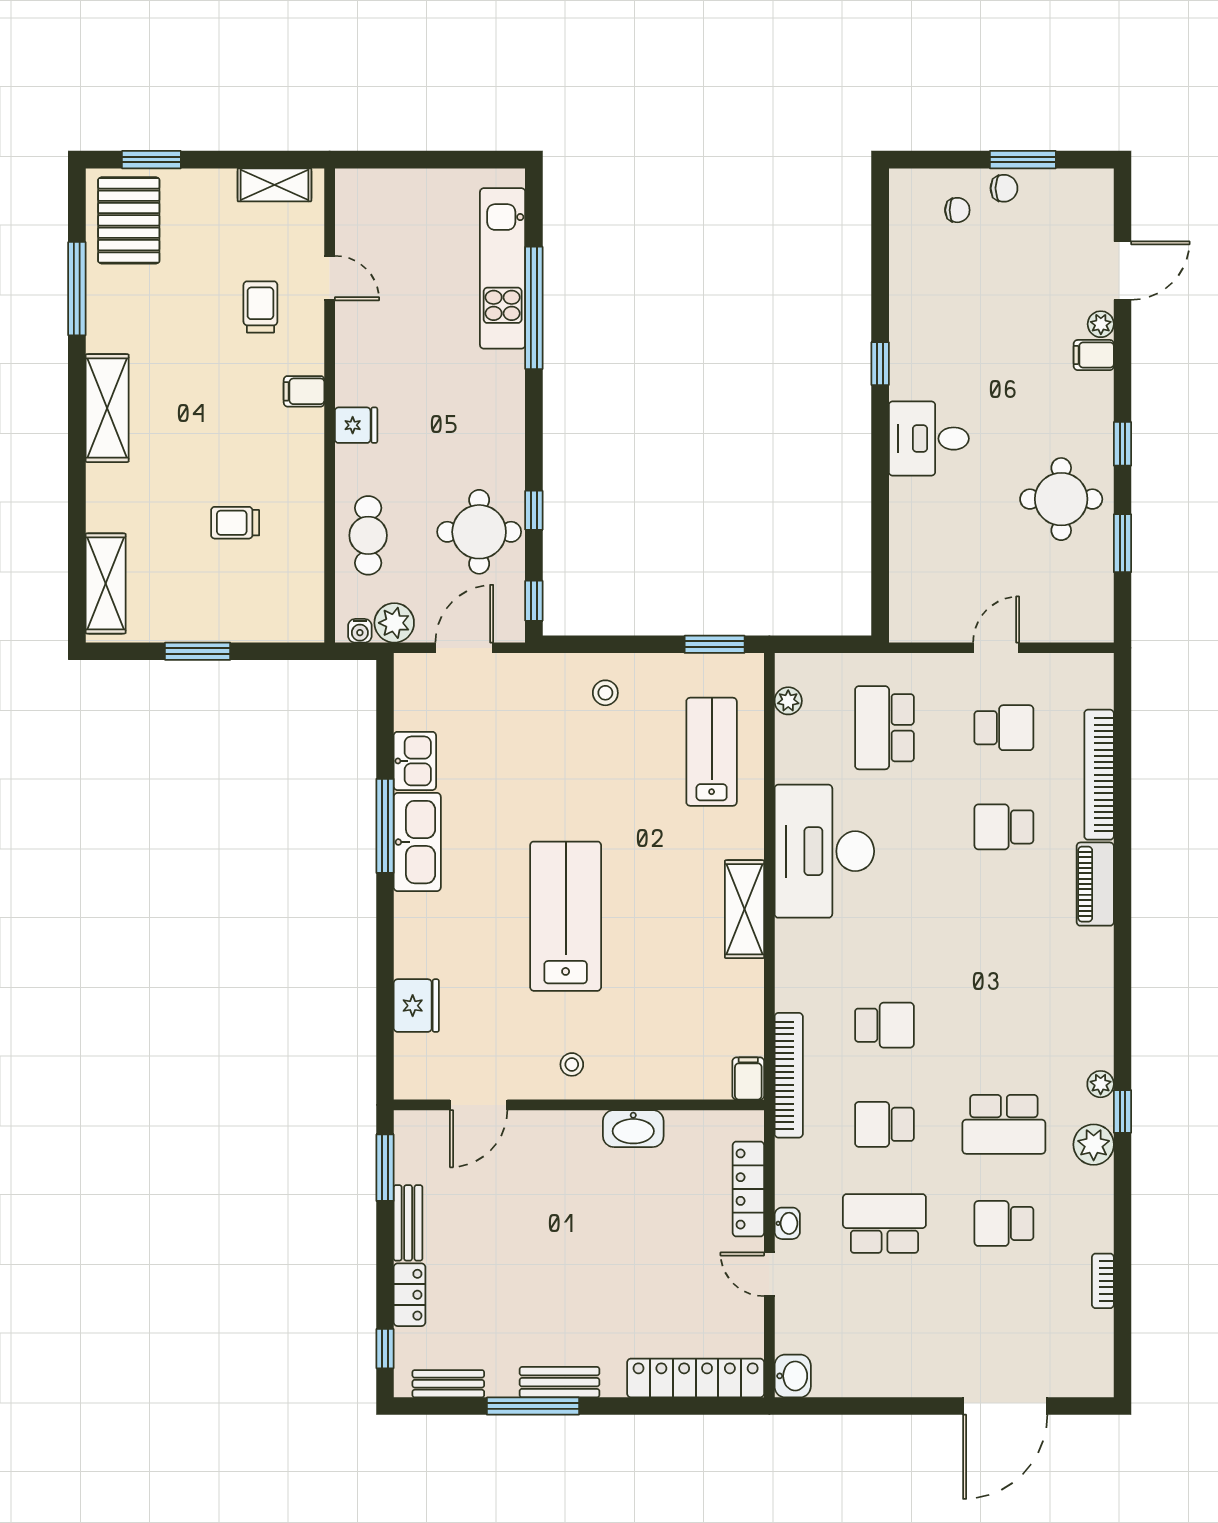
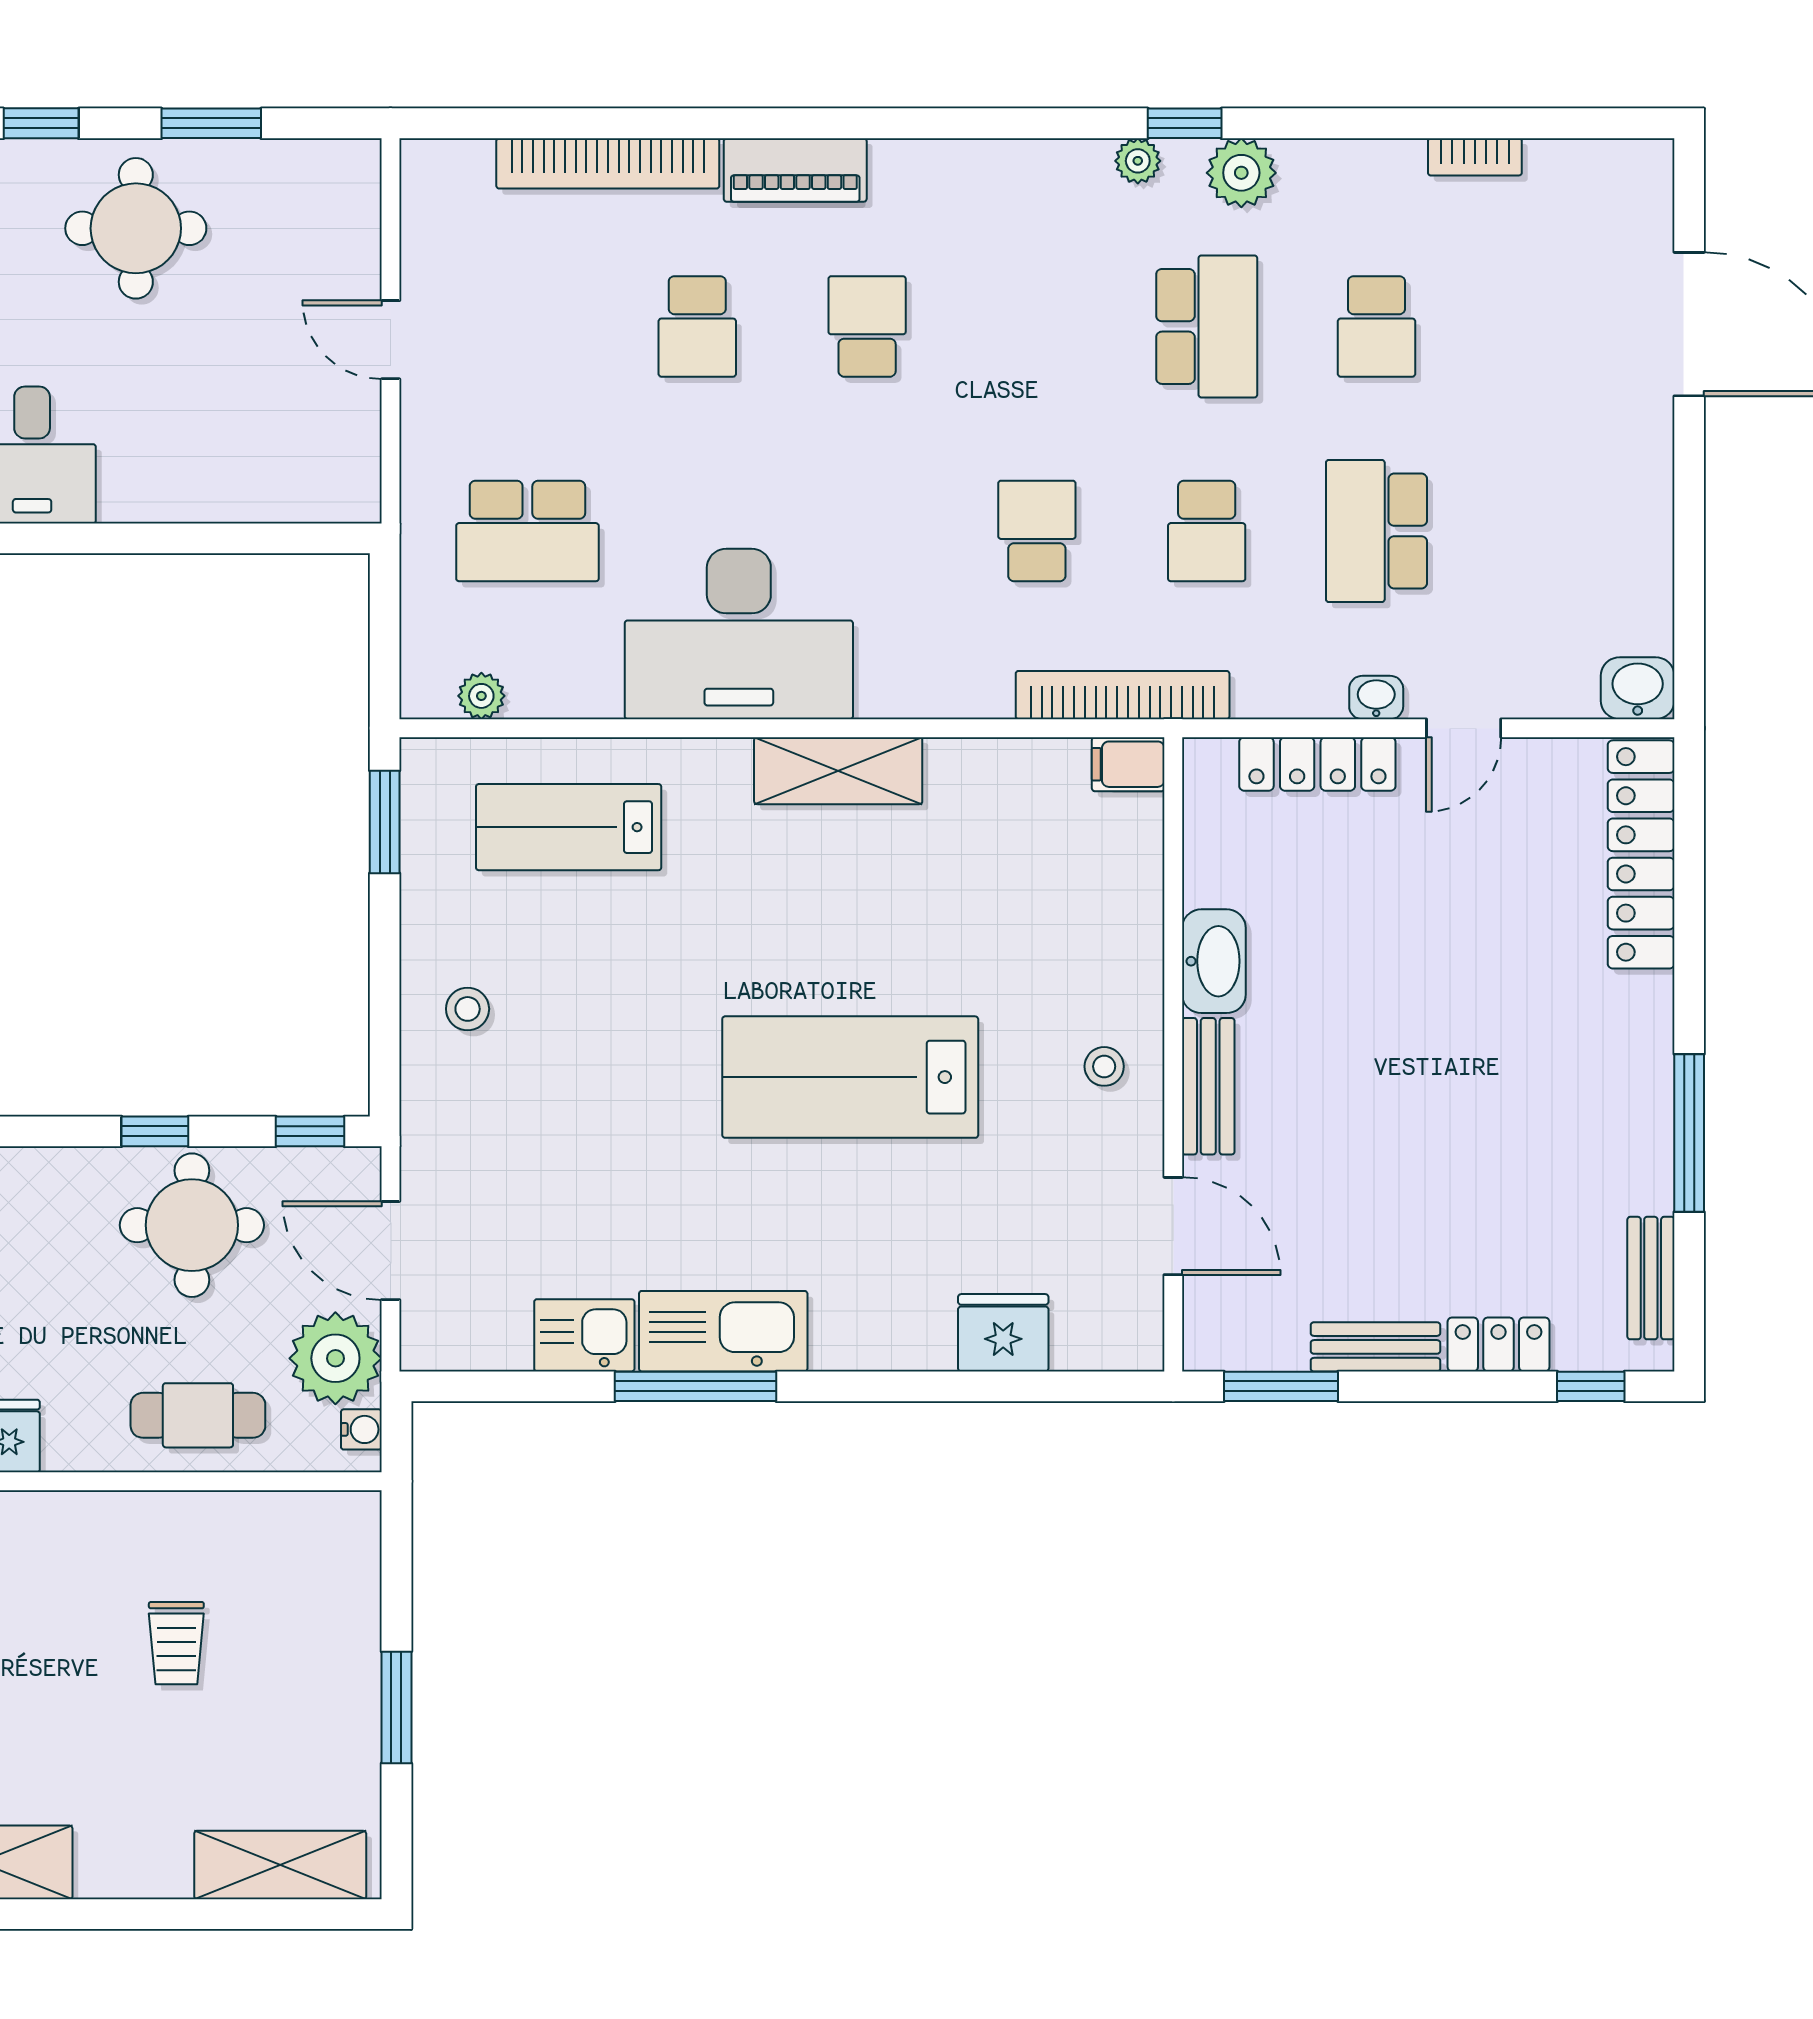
plant: (394, 623) -> (335, 1358), width x1.36, depth x1.36
school desk: (1004, 728) -> (867, 326), moved
bench: (559, 1382) -> (1208, 1086), moved

